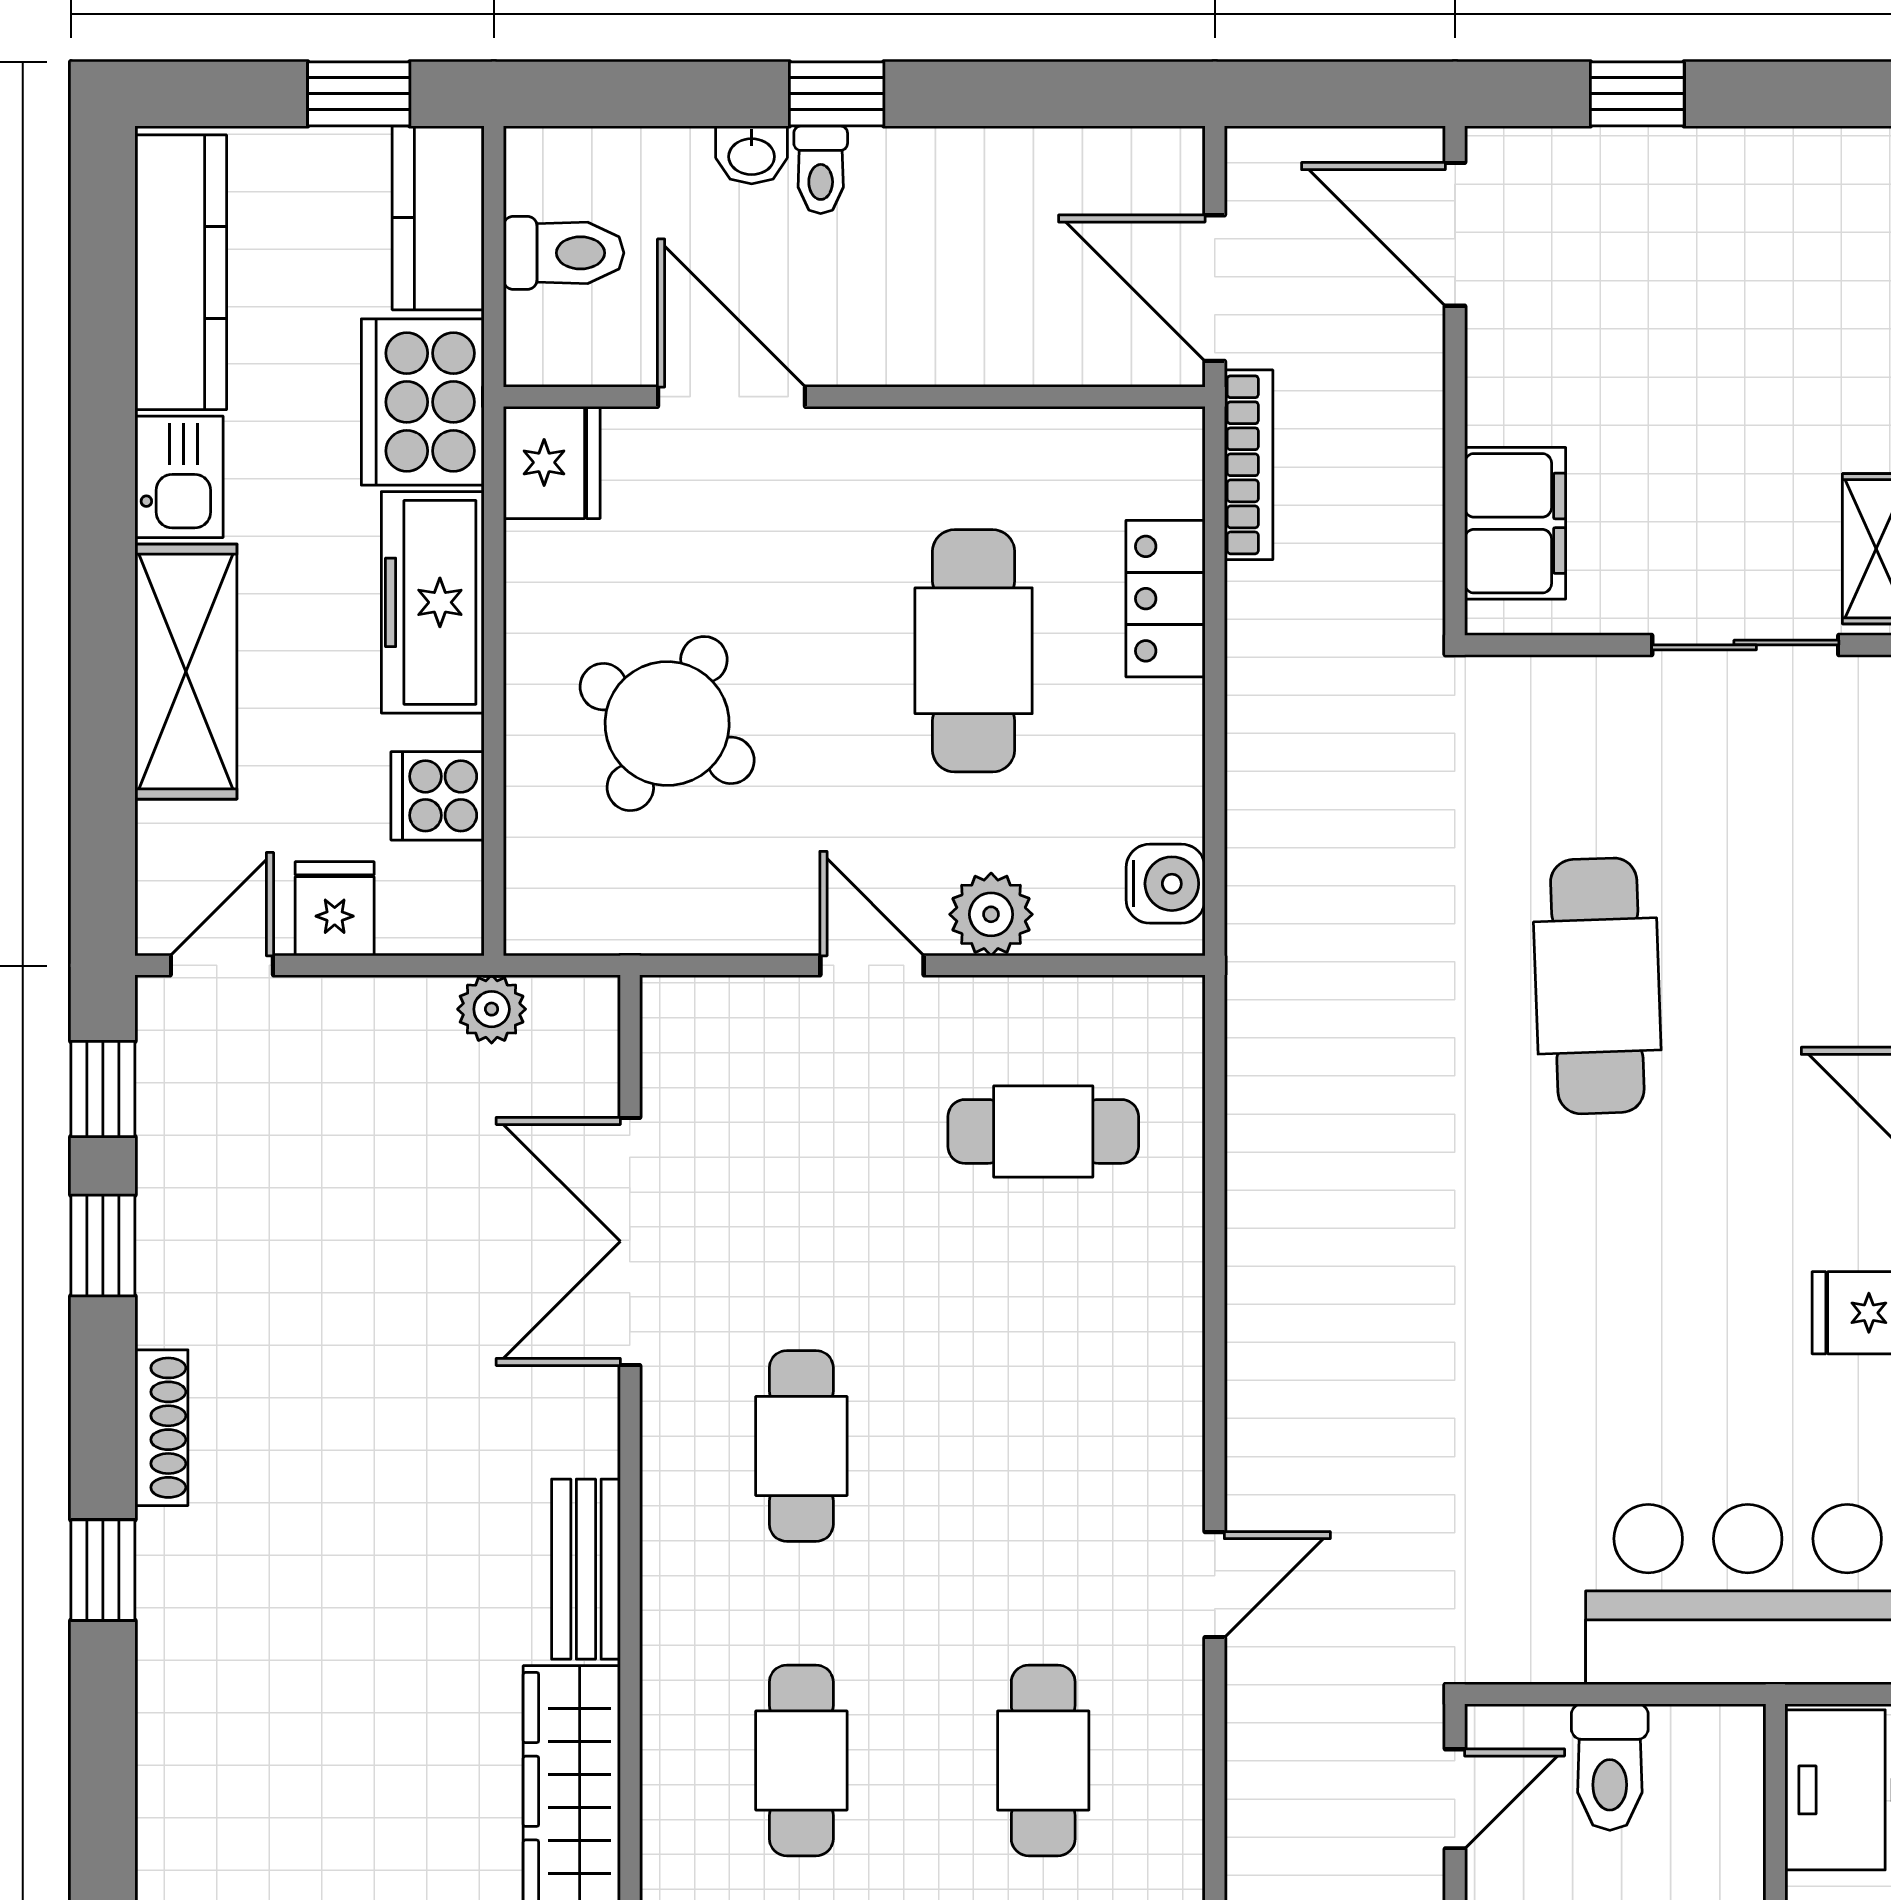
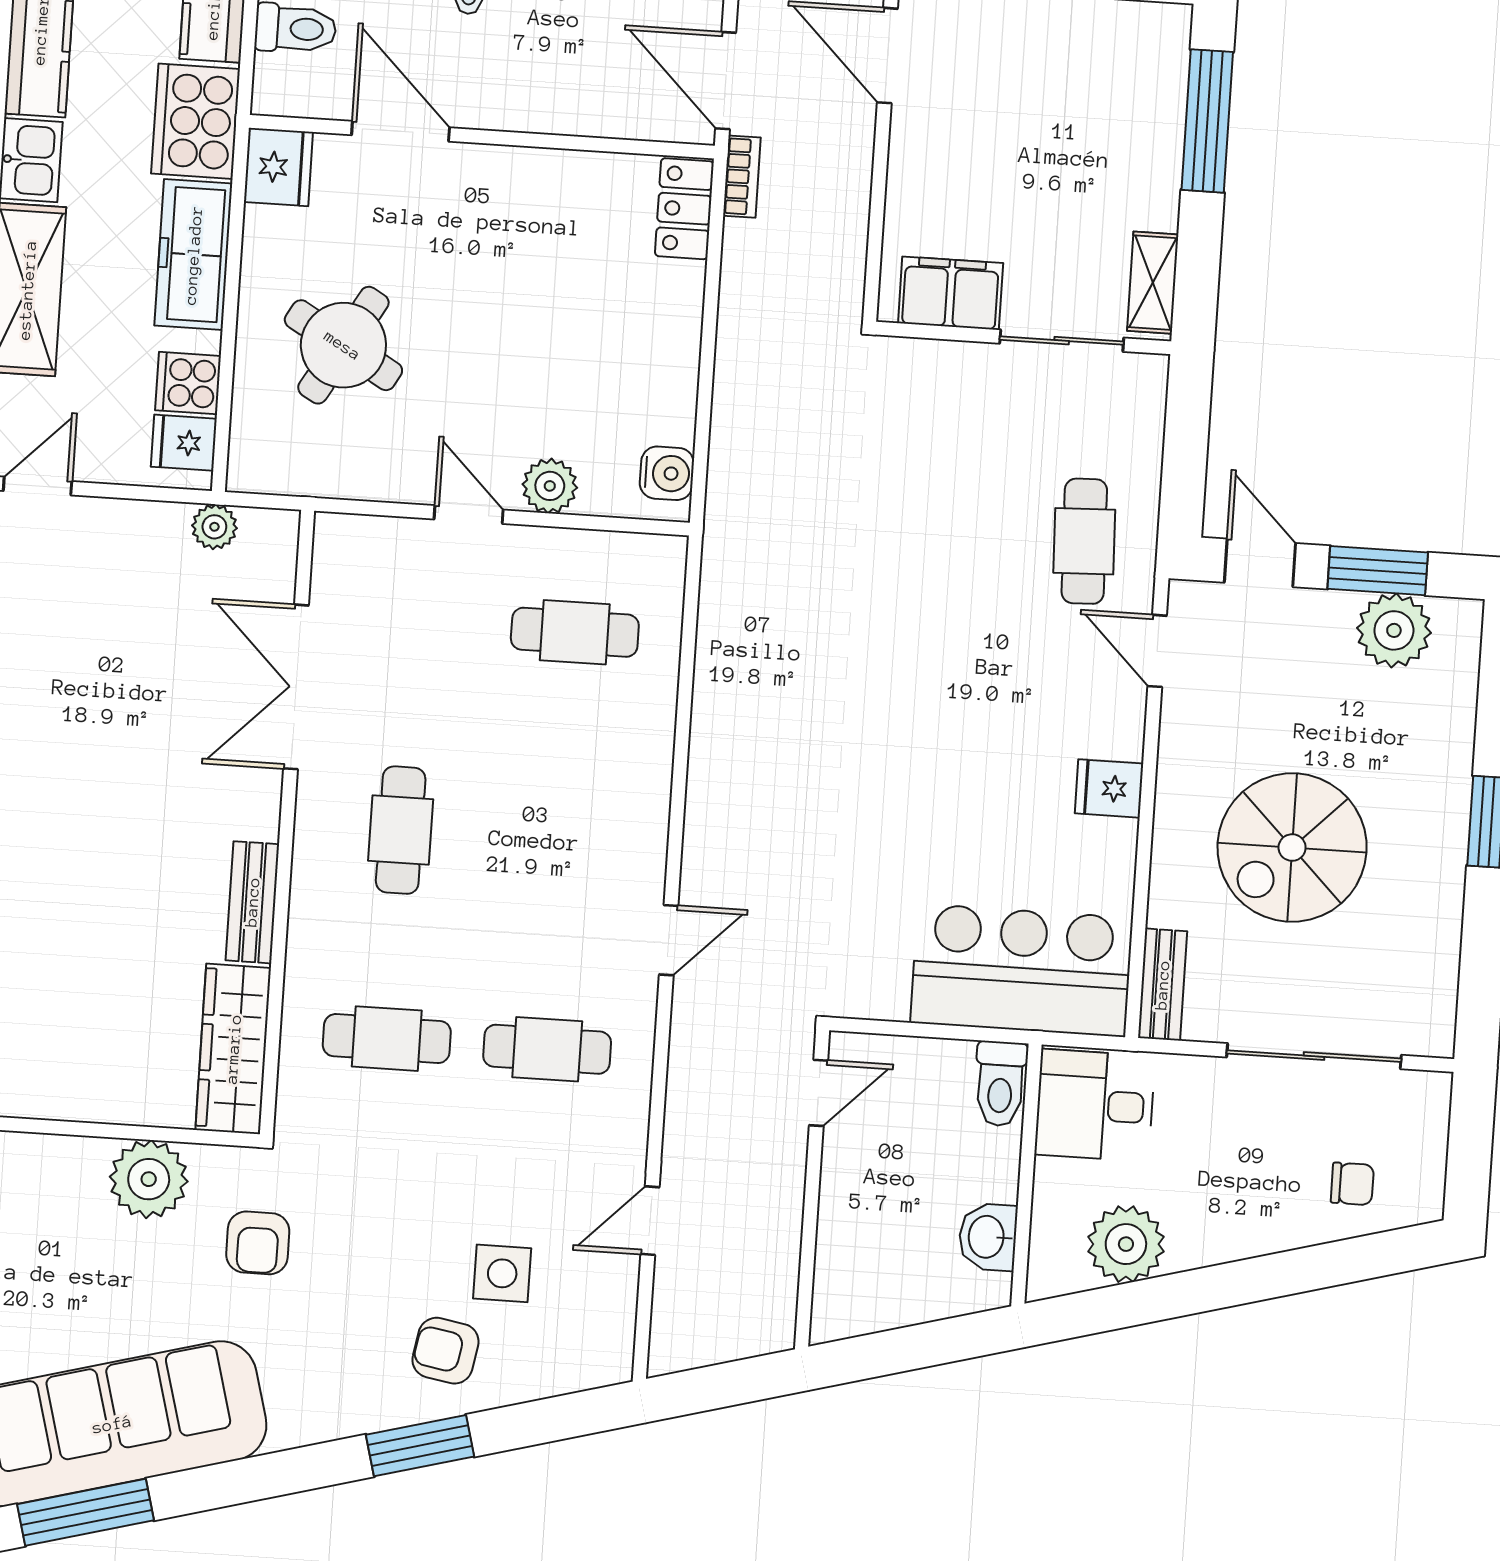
bookcase: (1249, 465) -> (742, 177), width x0.64
filing cabinet: (1515, 523) -> (951, 293), moved, turned -90
locker: (1165, 599) -> (684, 209), moved
cafe table: (974, 651) -> (550, 310), removed
fridge: (335, 909) -> (184, 443), moved, turned -90
cafe table: (1597, 986) -> (1084, 541), moved, width x0.73, depth x0.74
cafe table: (801, 1760) -> (387, 1039), turned 90
cafe table: (1043, 1760) -> (547, 1049), turned 90
toilet: (1610, 1767) -> (1000, 1084), moved

